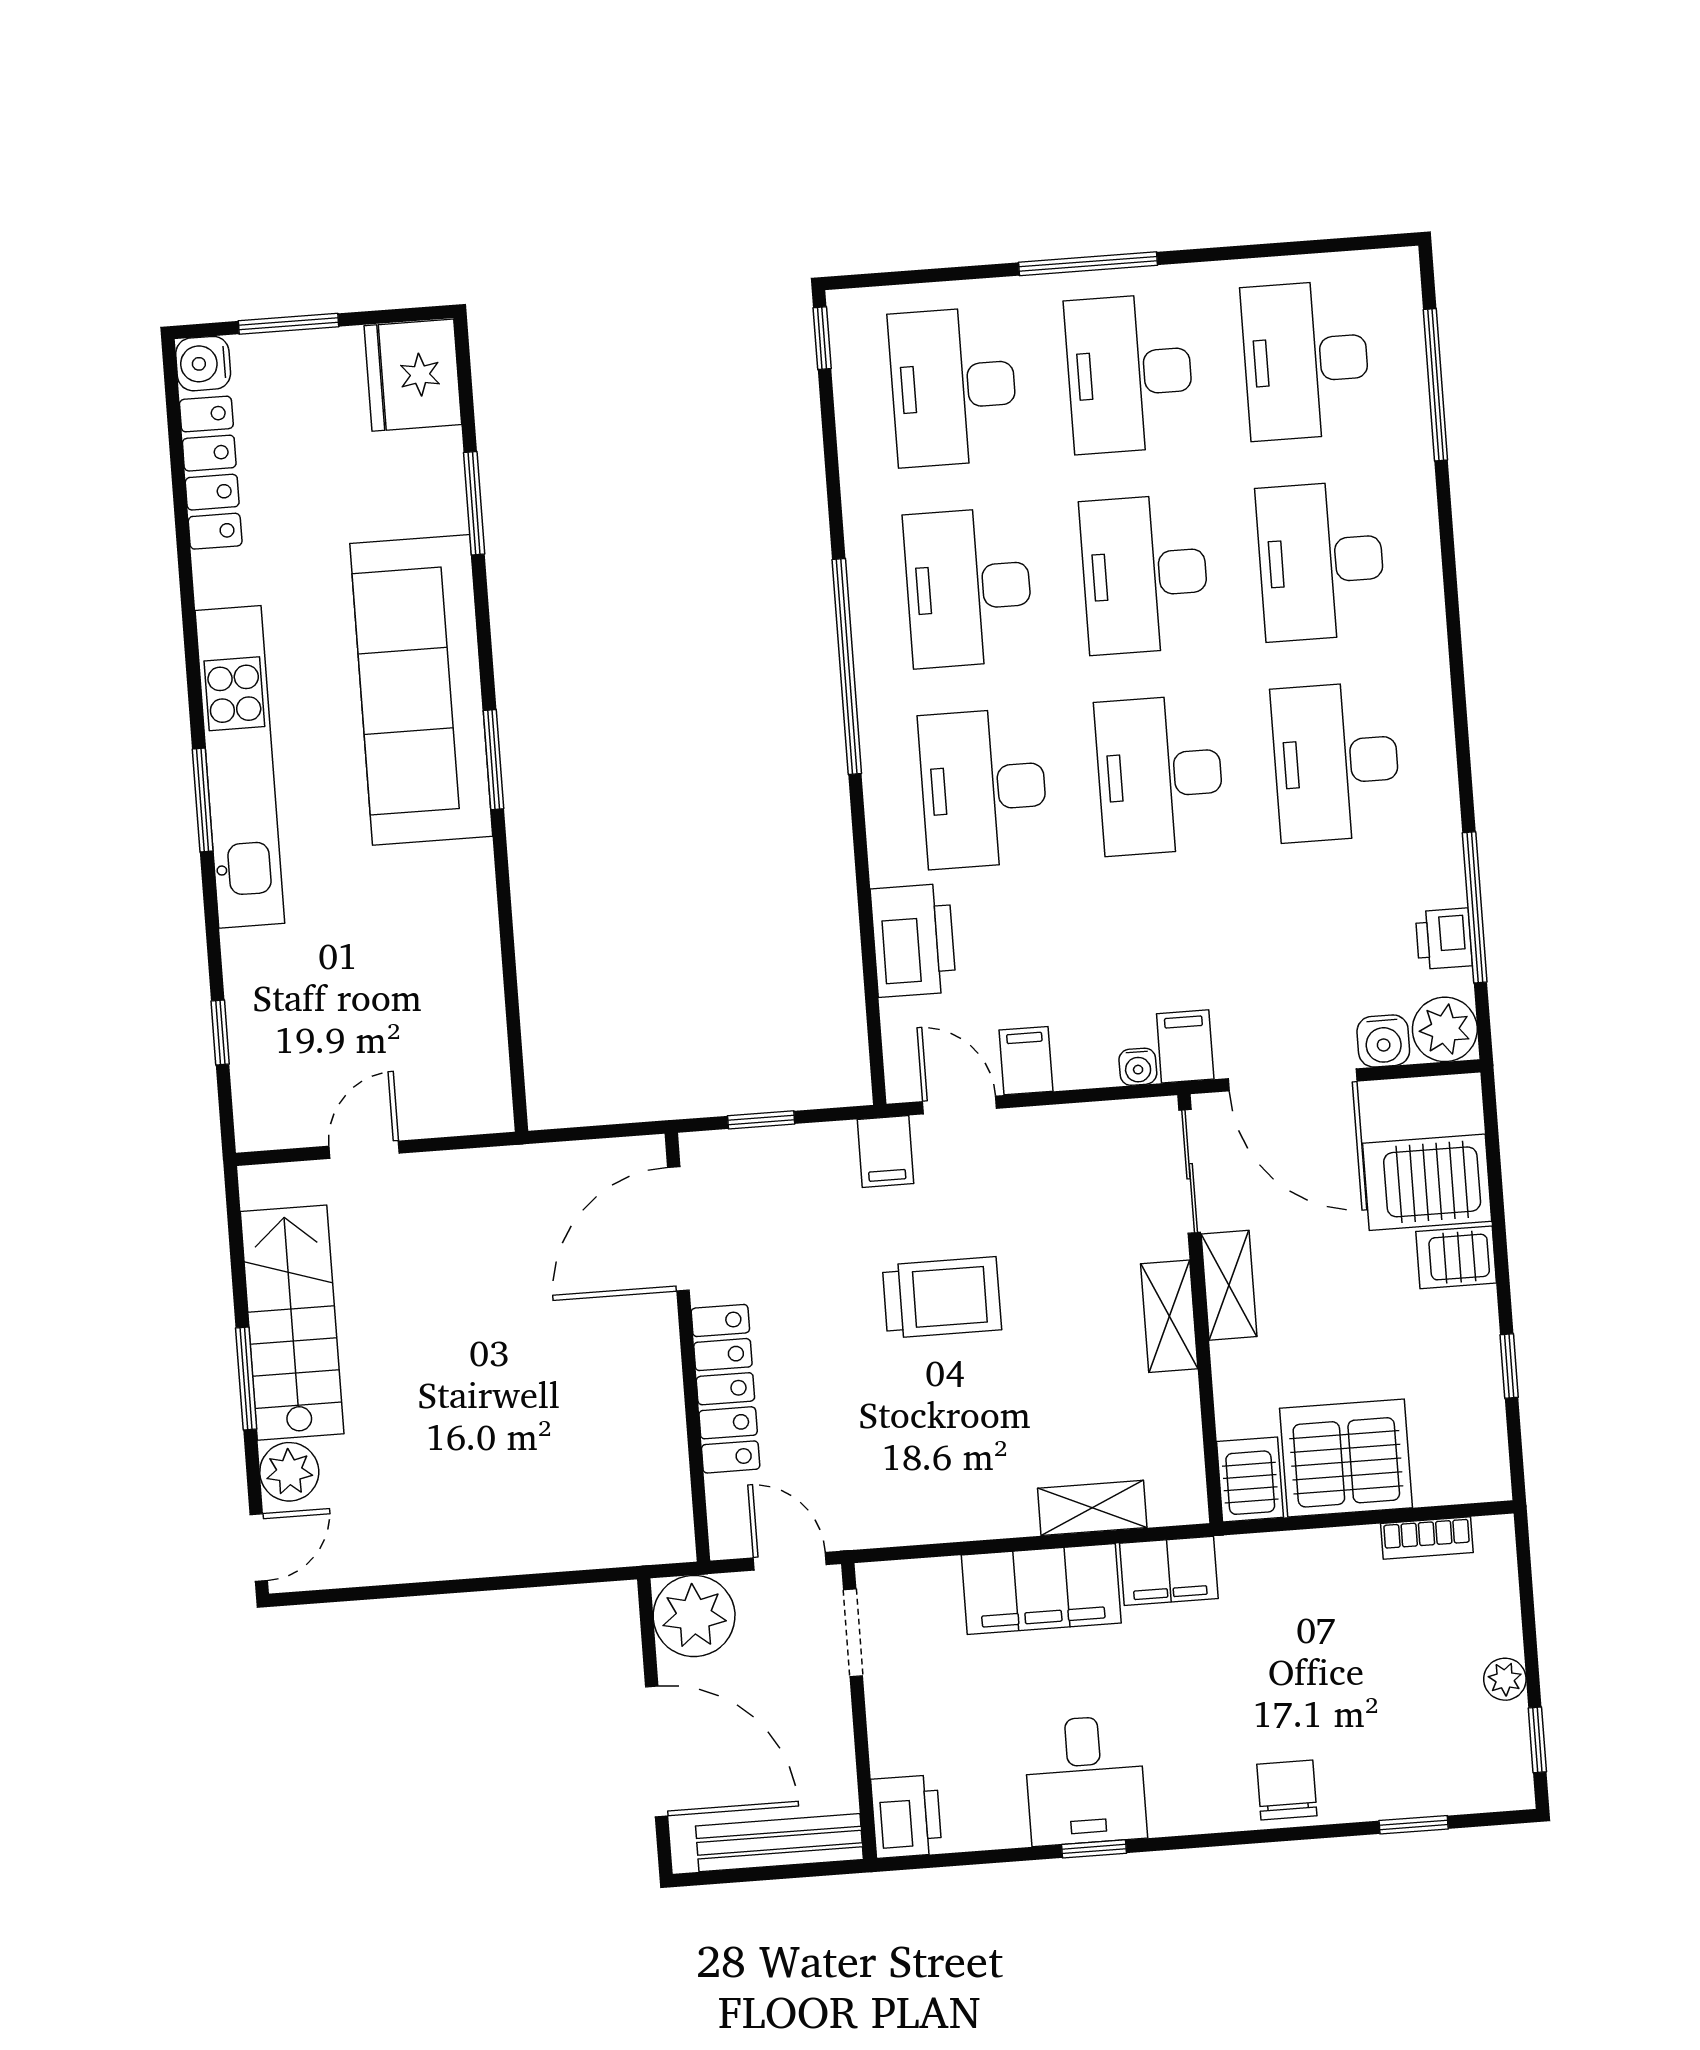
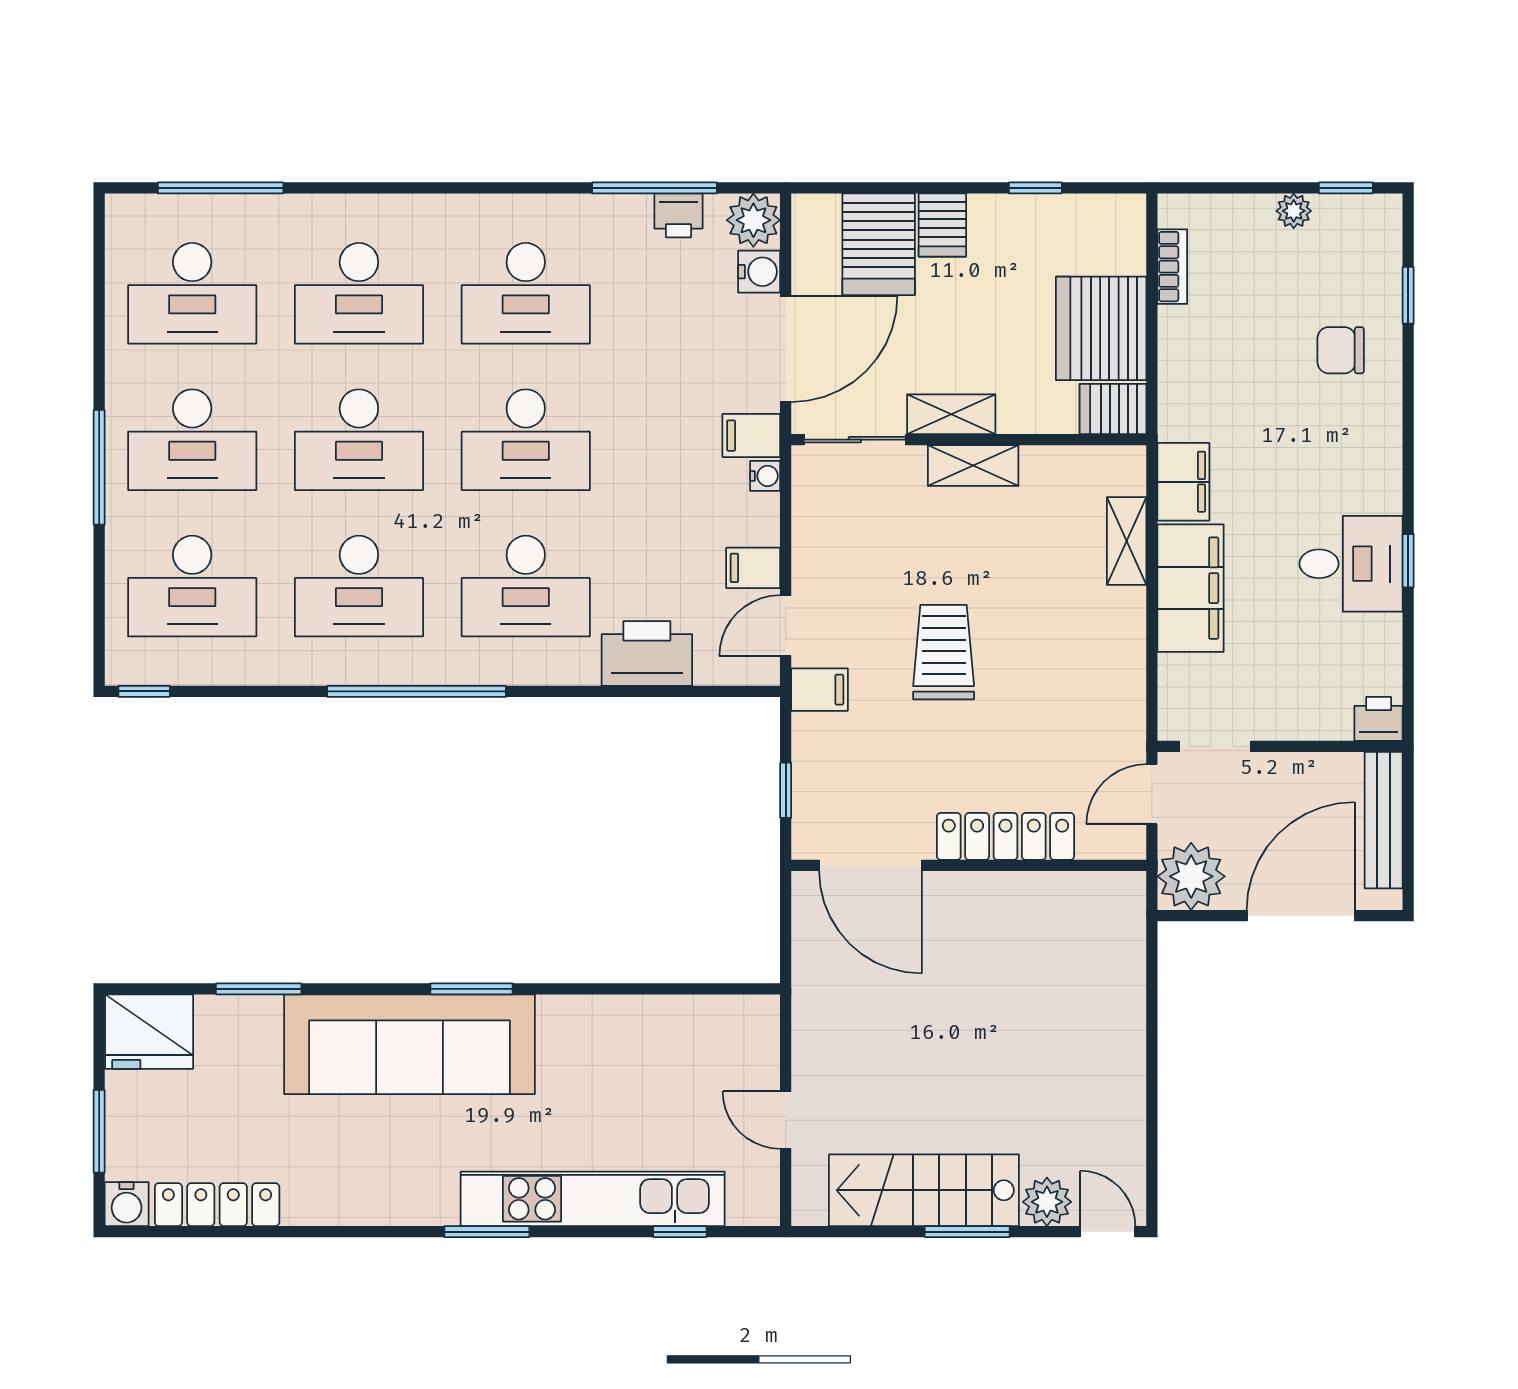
kitchen unit: (240, 767) -> (593, 1199), moved
chair: (1287, 1790) -> (1341, 350), moved
printer: (906, 1816) -> (1379, 719), width x0.73, depth x0.81

